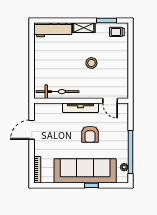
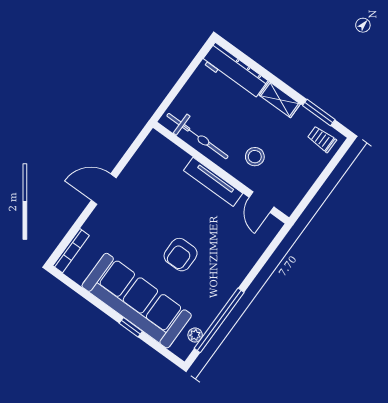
bicycle: (57, 92) -> (197, 136), moved
wall: (81, 101) -> (221, 173), moved
door: (110, 101) -> (261, 202), moved
tv unit: (81, 108) -> (213, 182), moved

